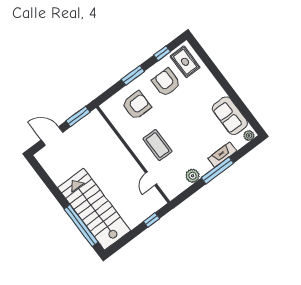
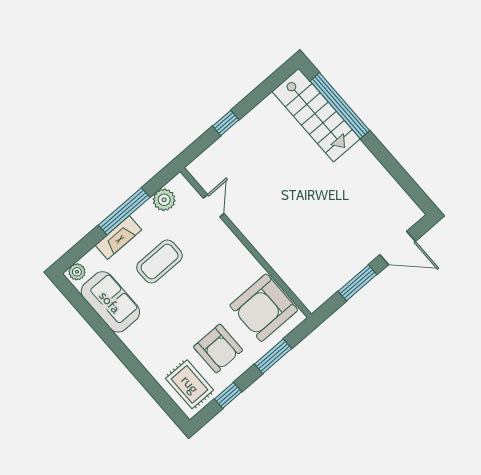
armchair: (136, 105) -> (264, 308), width x1.36, depth x1.36
coffee table: (158, 145) -> (159, 262), moved, turned 90
wall: (133, 154) -> (246, 243), moved
door: (151, 178) -> (214, 206), moved
stairs: (94, 209) -> (316, 115), width x0.73, depth x0.66

